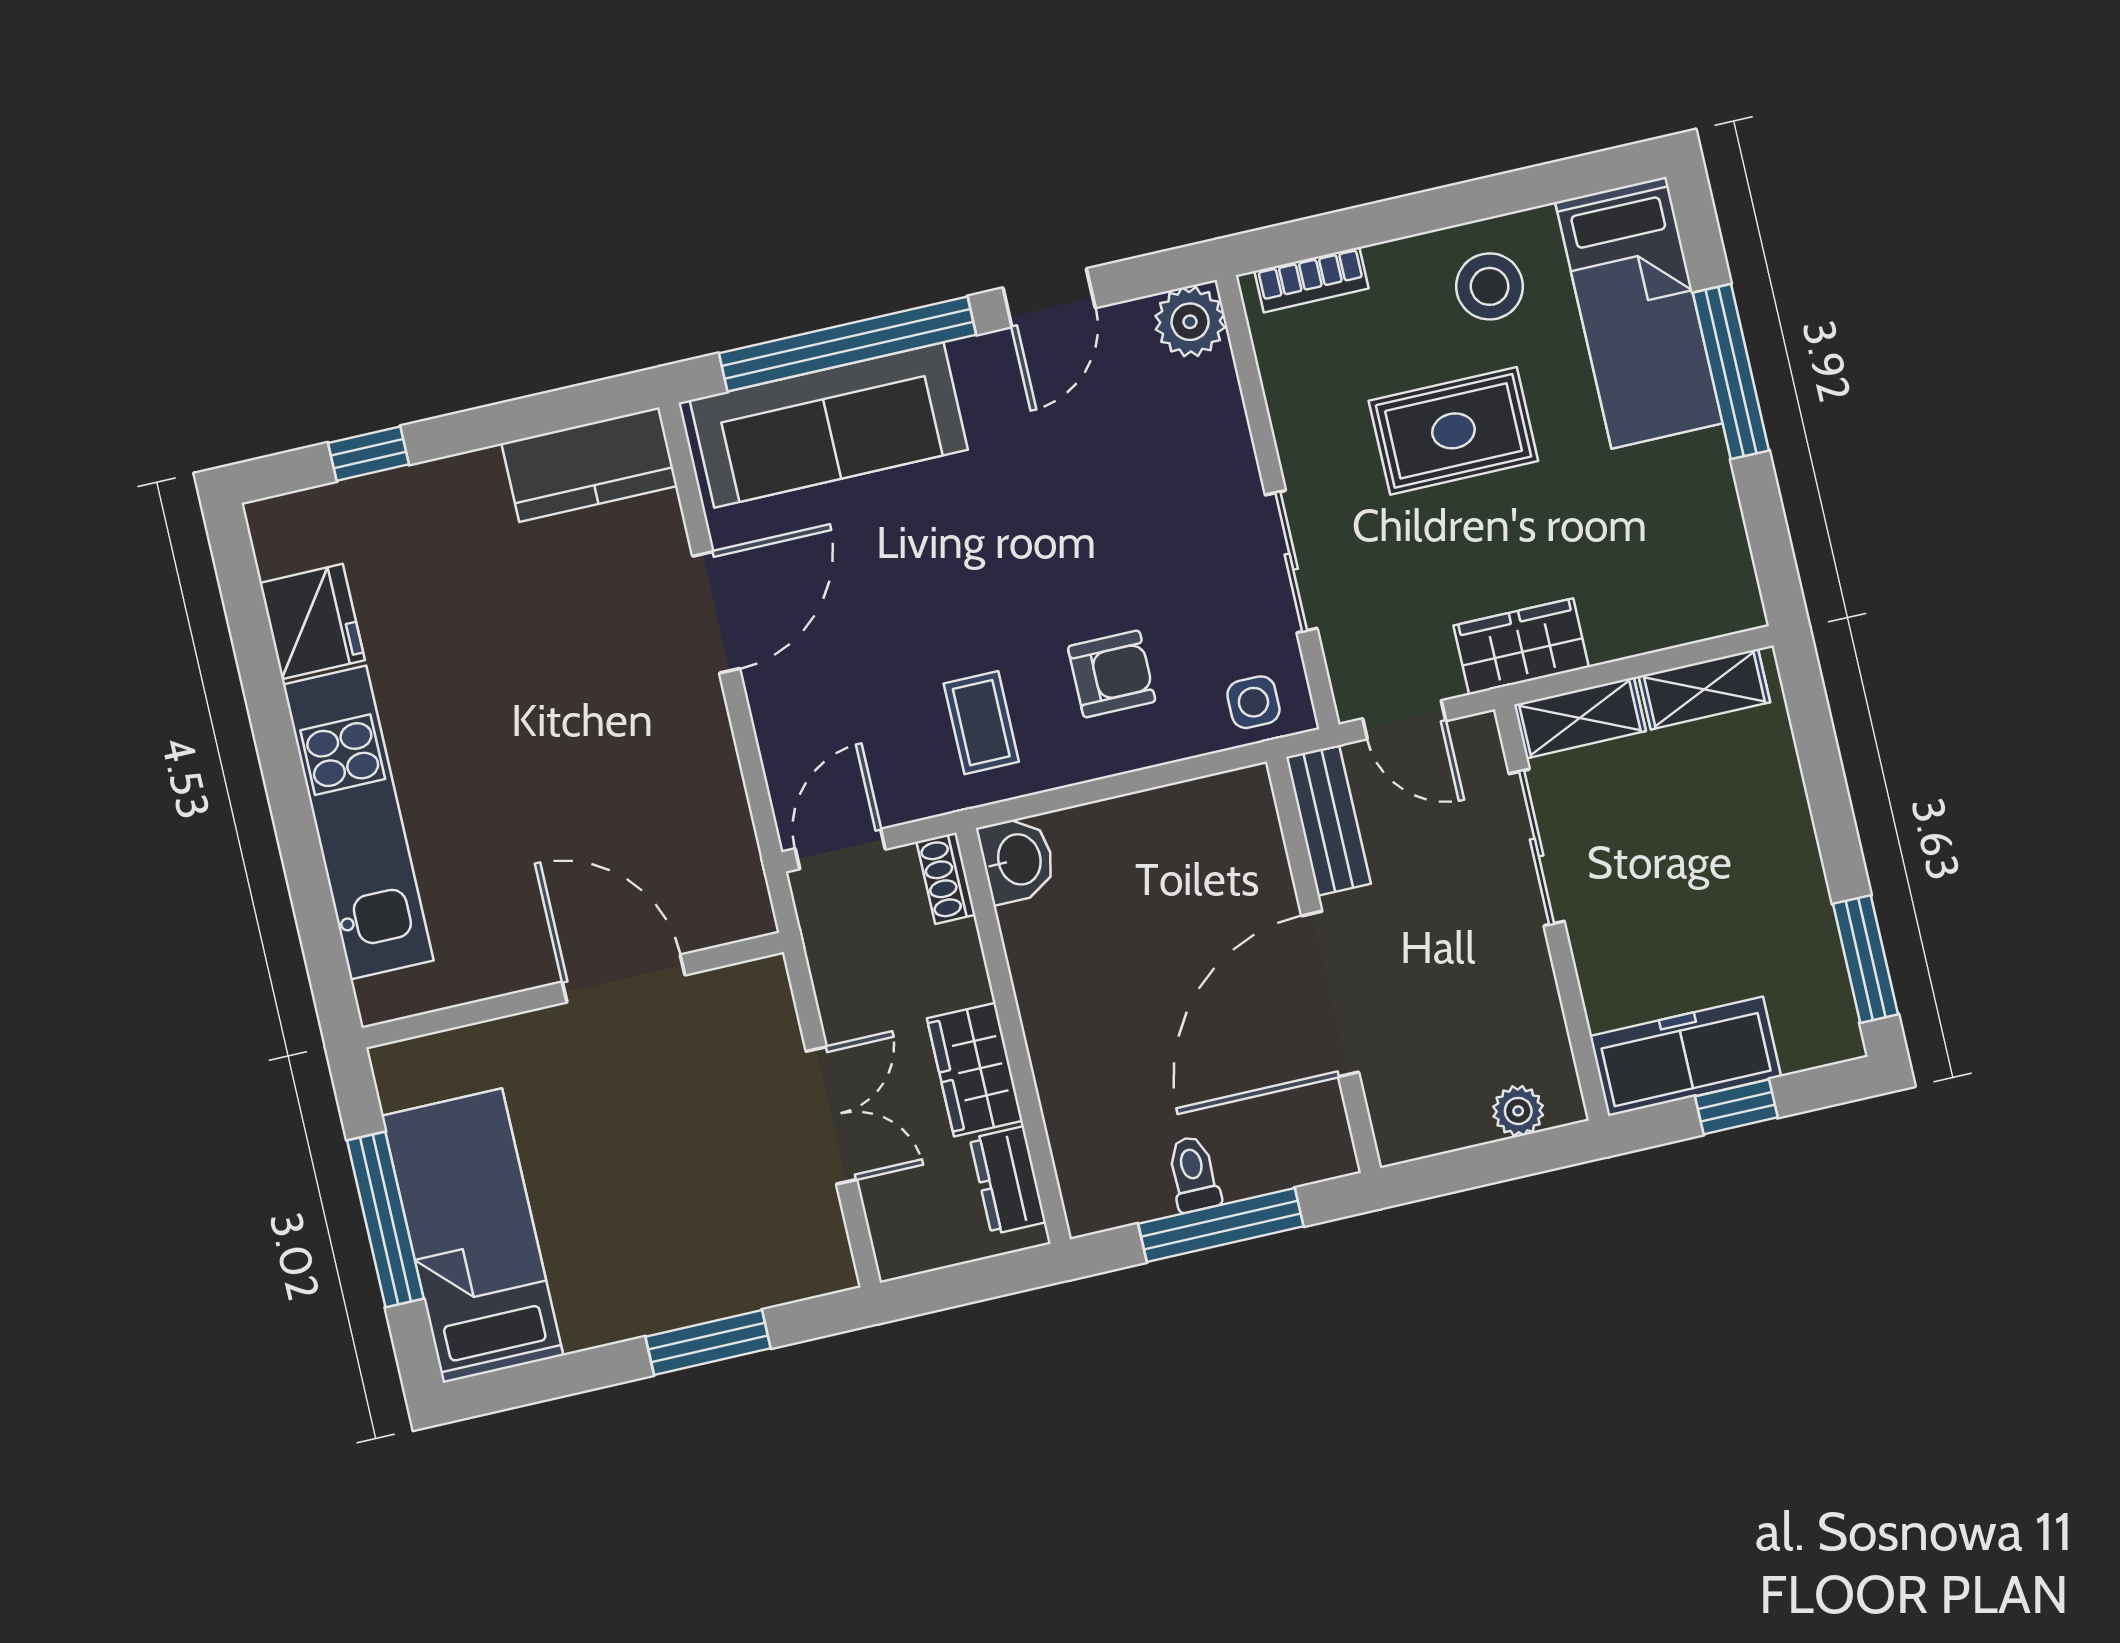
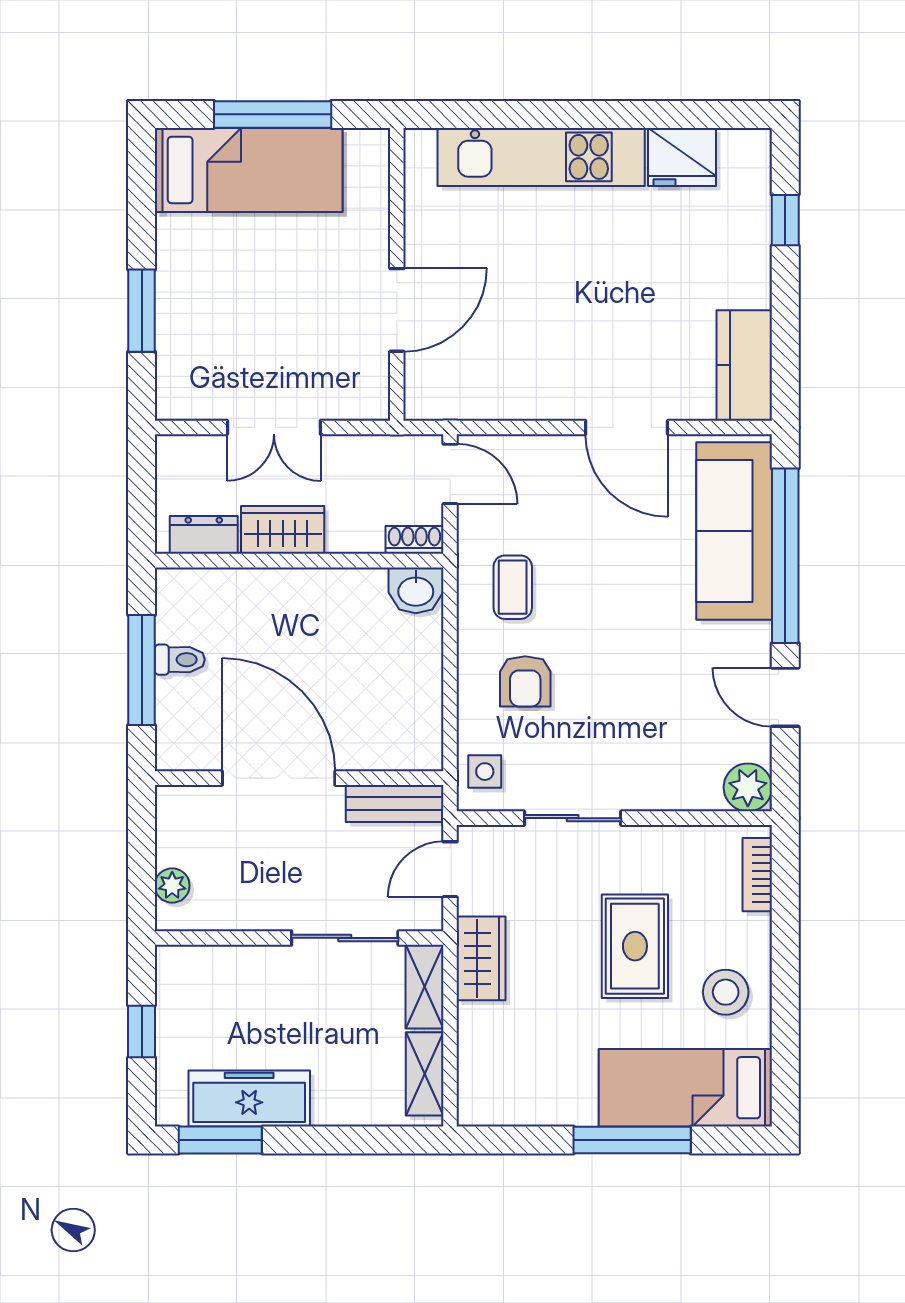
coffee table: (981, 723) -> (513, 587), turned 90
freezer: (1685, 1056) -> (249, 1099), moved, turned -90

